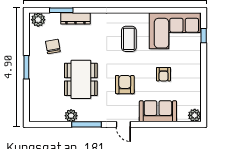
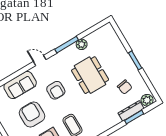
dresser: (75, 18) -> (131, 111), moved
armchair: (164, 74) -> (32, 114), width x1.88, depth x1.88

